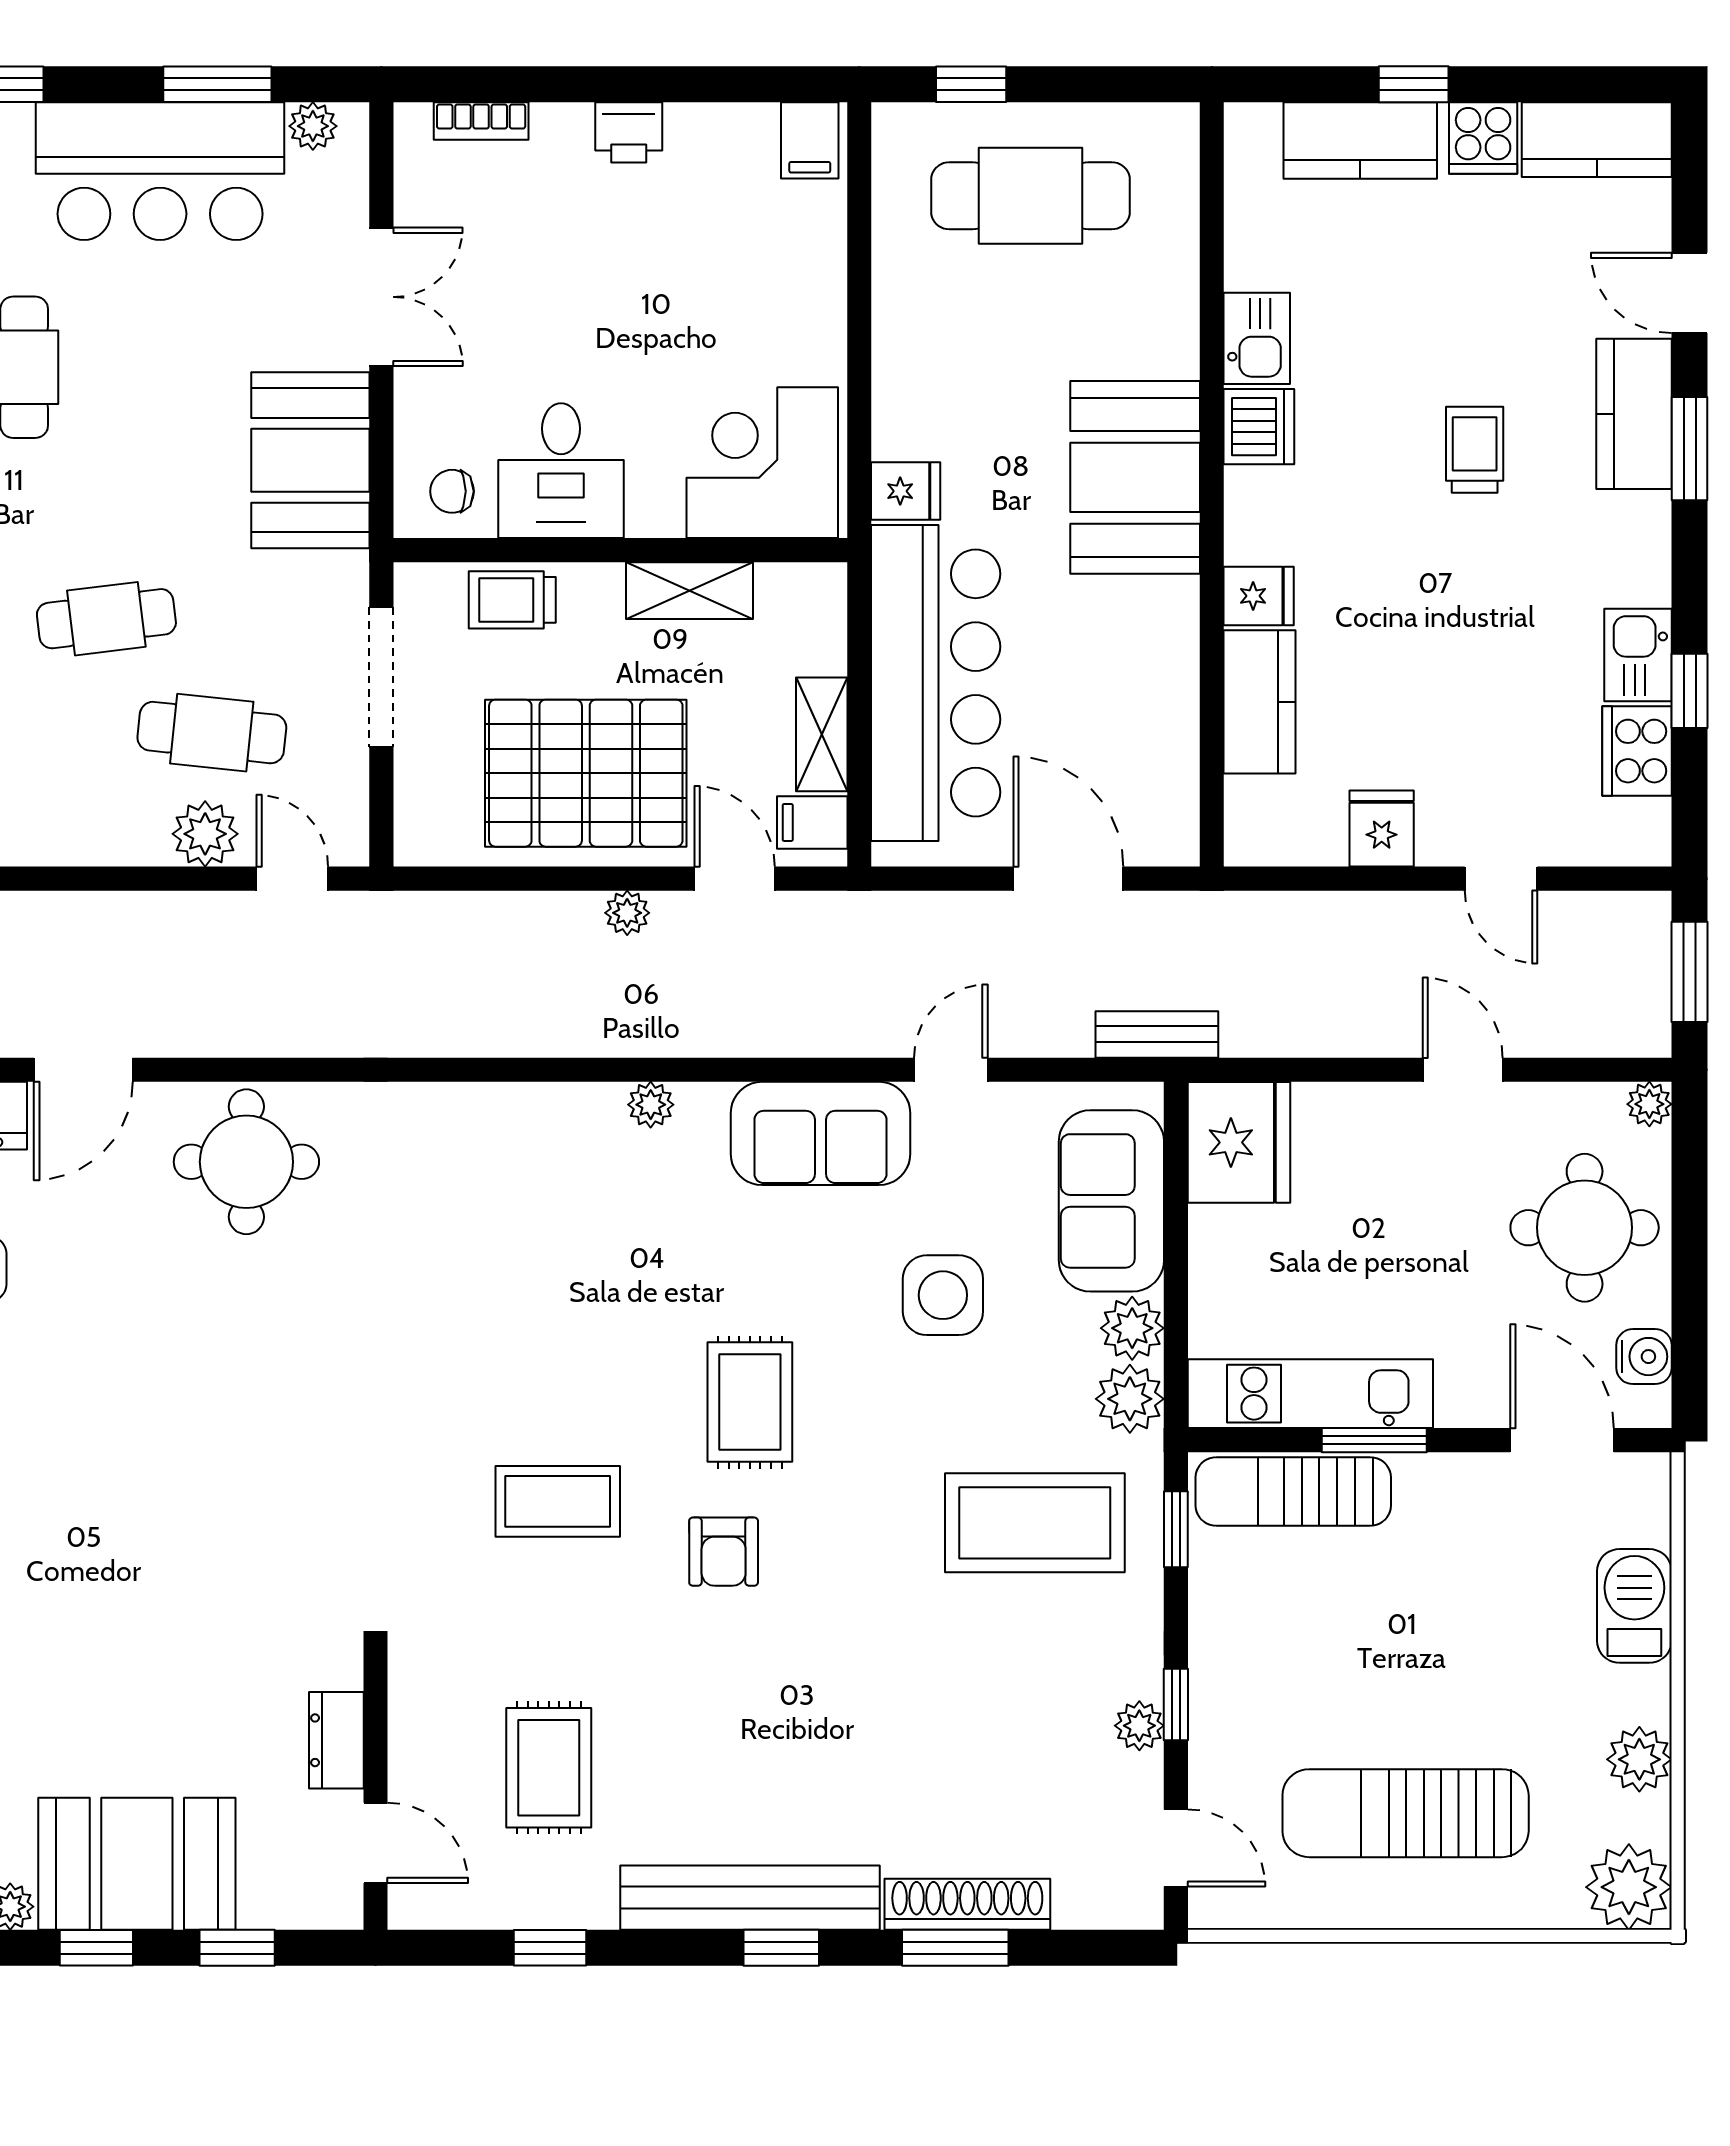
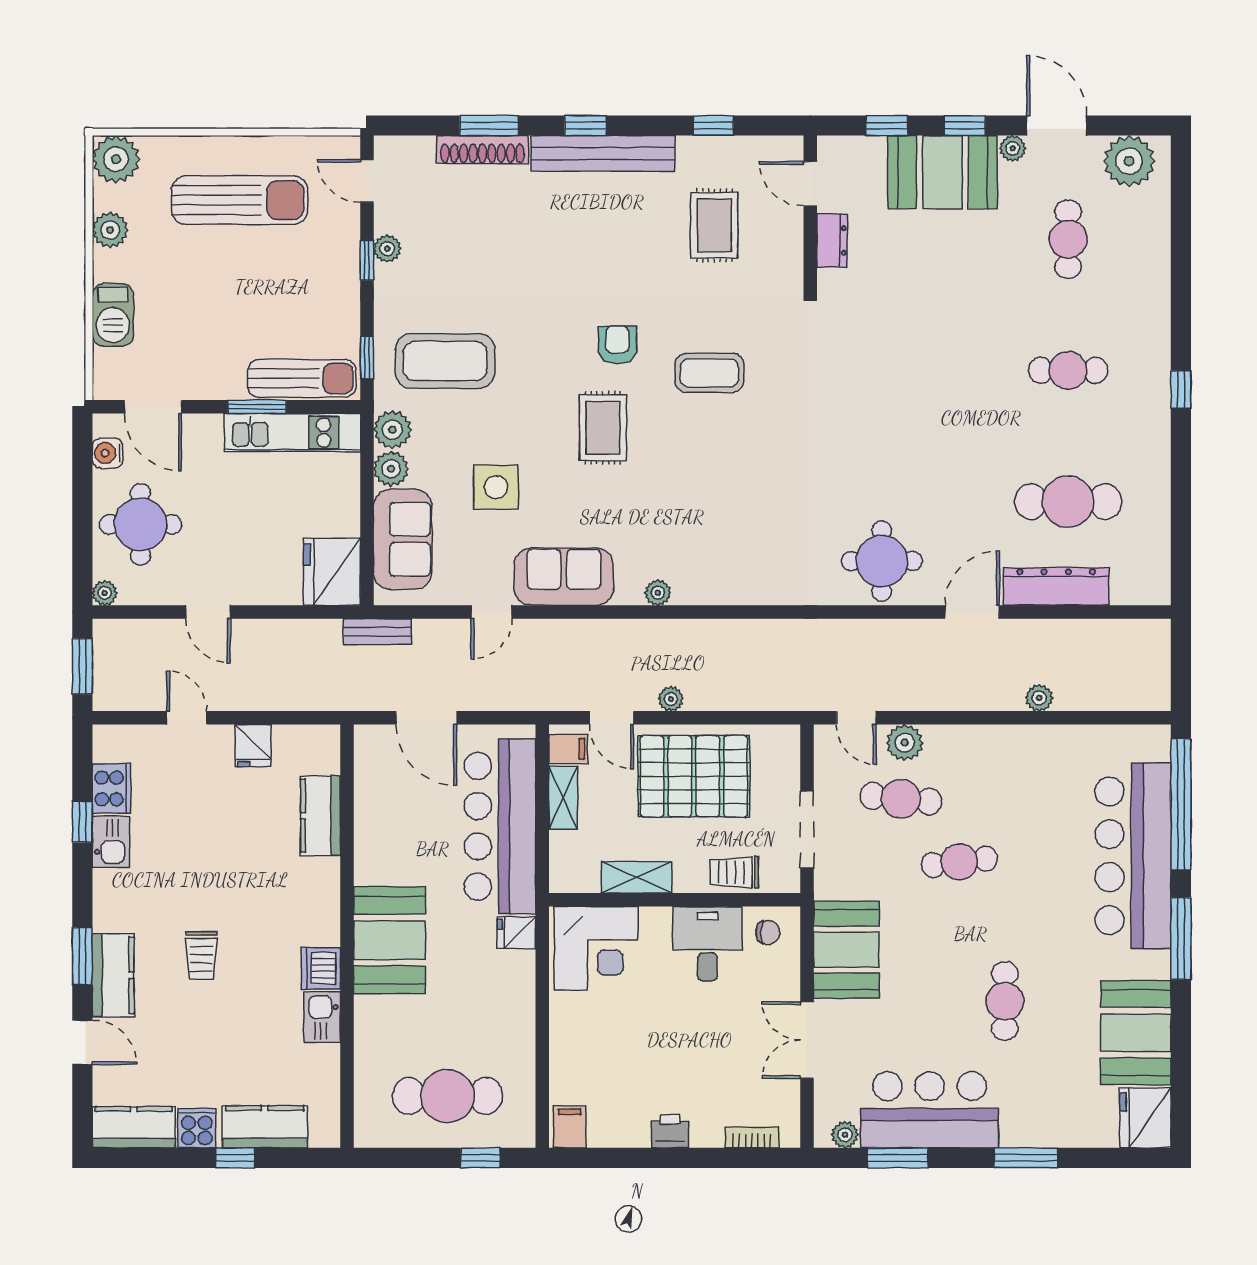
fridge: (1259, 596) -> (321, 874), removed
trolley: (512, 600) -> (734, 872), turned 180

